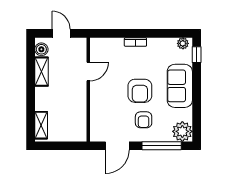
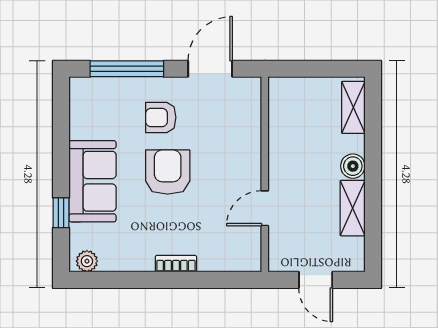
boiler: (41, 49) -> (353, 166), moved
window: (197, 55) -> (61, 213), moved
armchair: (144, 120) -> (161, 117), turned -90
plant: (182, 131) -> (88, 96), removed

